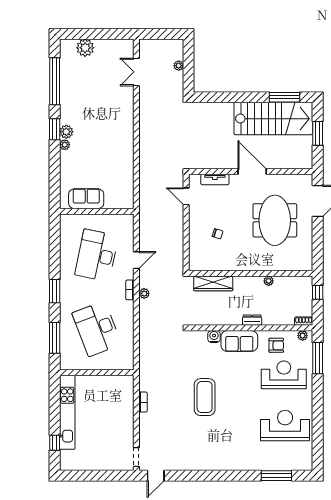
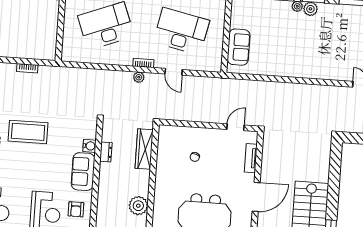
sofa: (86, 199) -> (239, 47), moved
plant: (269, 281) -> (138, 206), width x1.88, depth x1.88
dresser: (252, 320) -> (106, 152), moved

